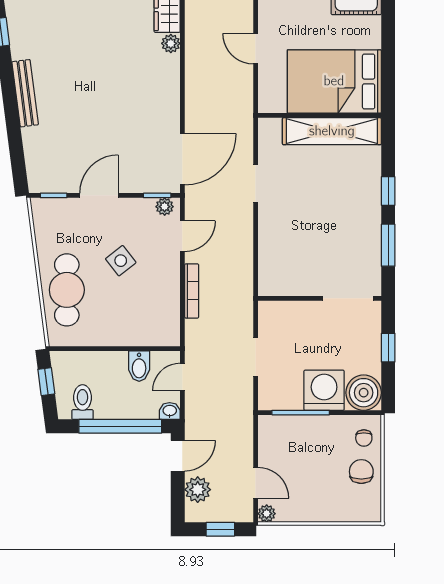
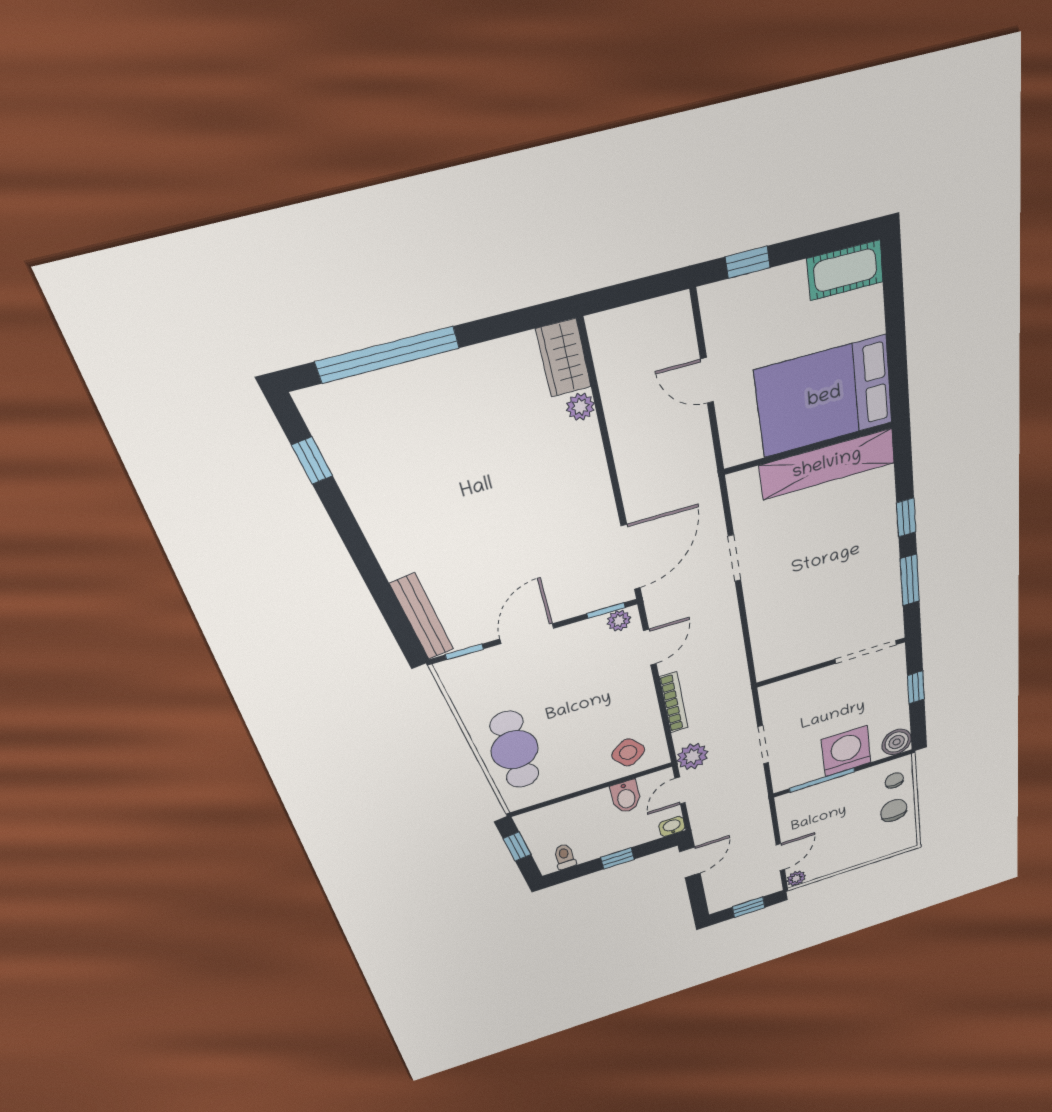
bench: (25, 93) -> (422, 617), moved
side table: (121, 261) -> (628, 752), moved
boiler: (364, 393) -> (897, 742), width x0.73, depth x0.73
toilet: (83, 402) -> (565, 857), width x0.73, depth x0.72
window: (120, 426) -> (617, 858), width x0.32
chair: (364, 438) -> (894, 780), turned 180
door: (256, 483) -> (780, 857), hinge flipped
plant: (198, 490) -> (692, 756), moved

